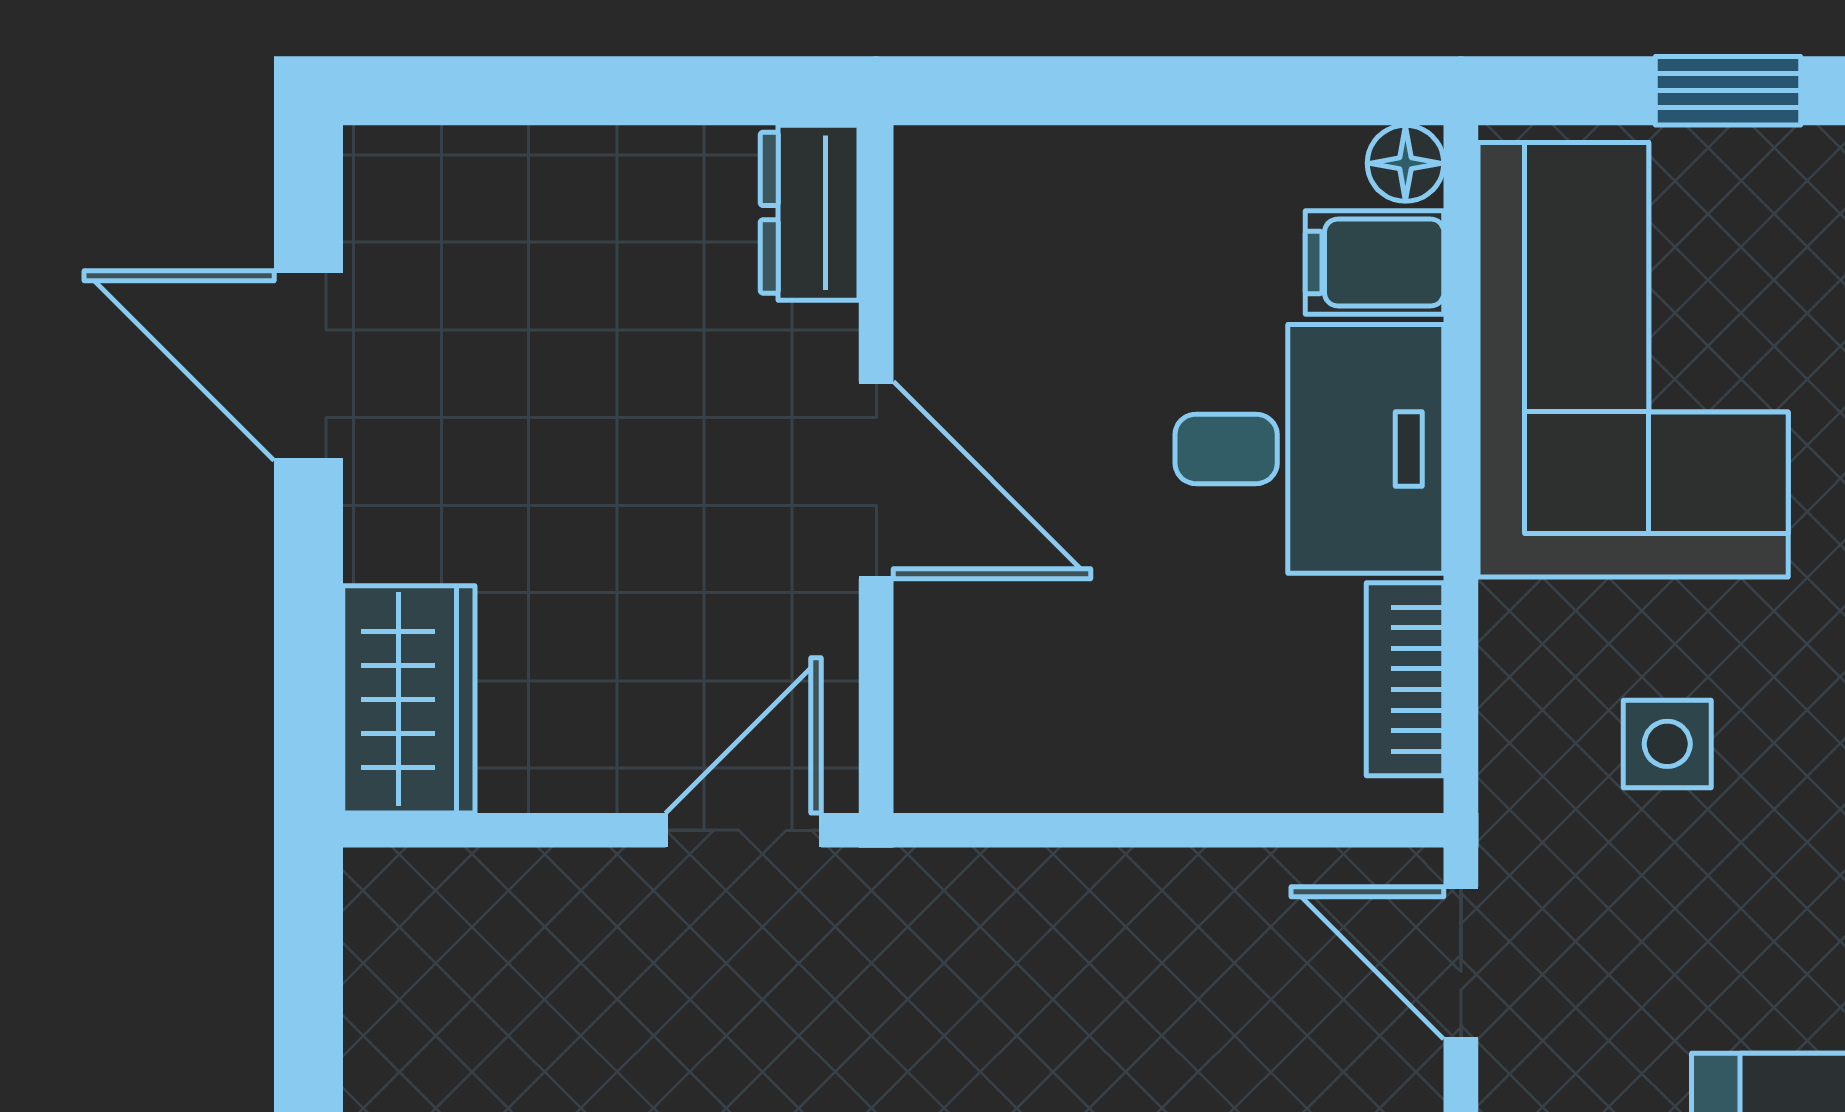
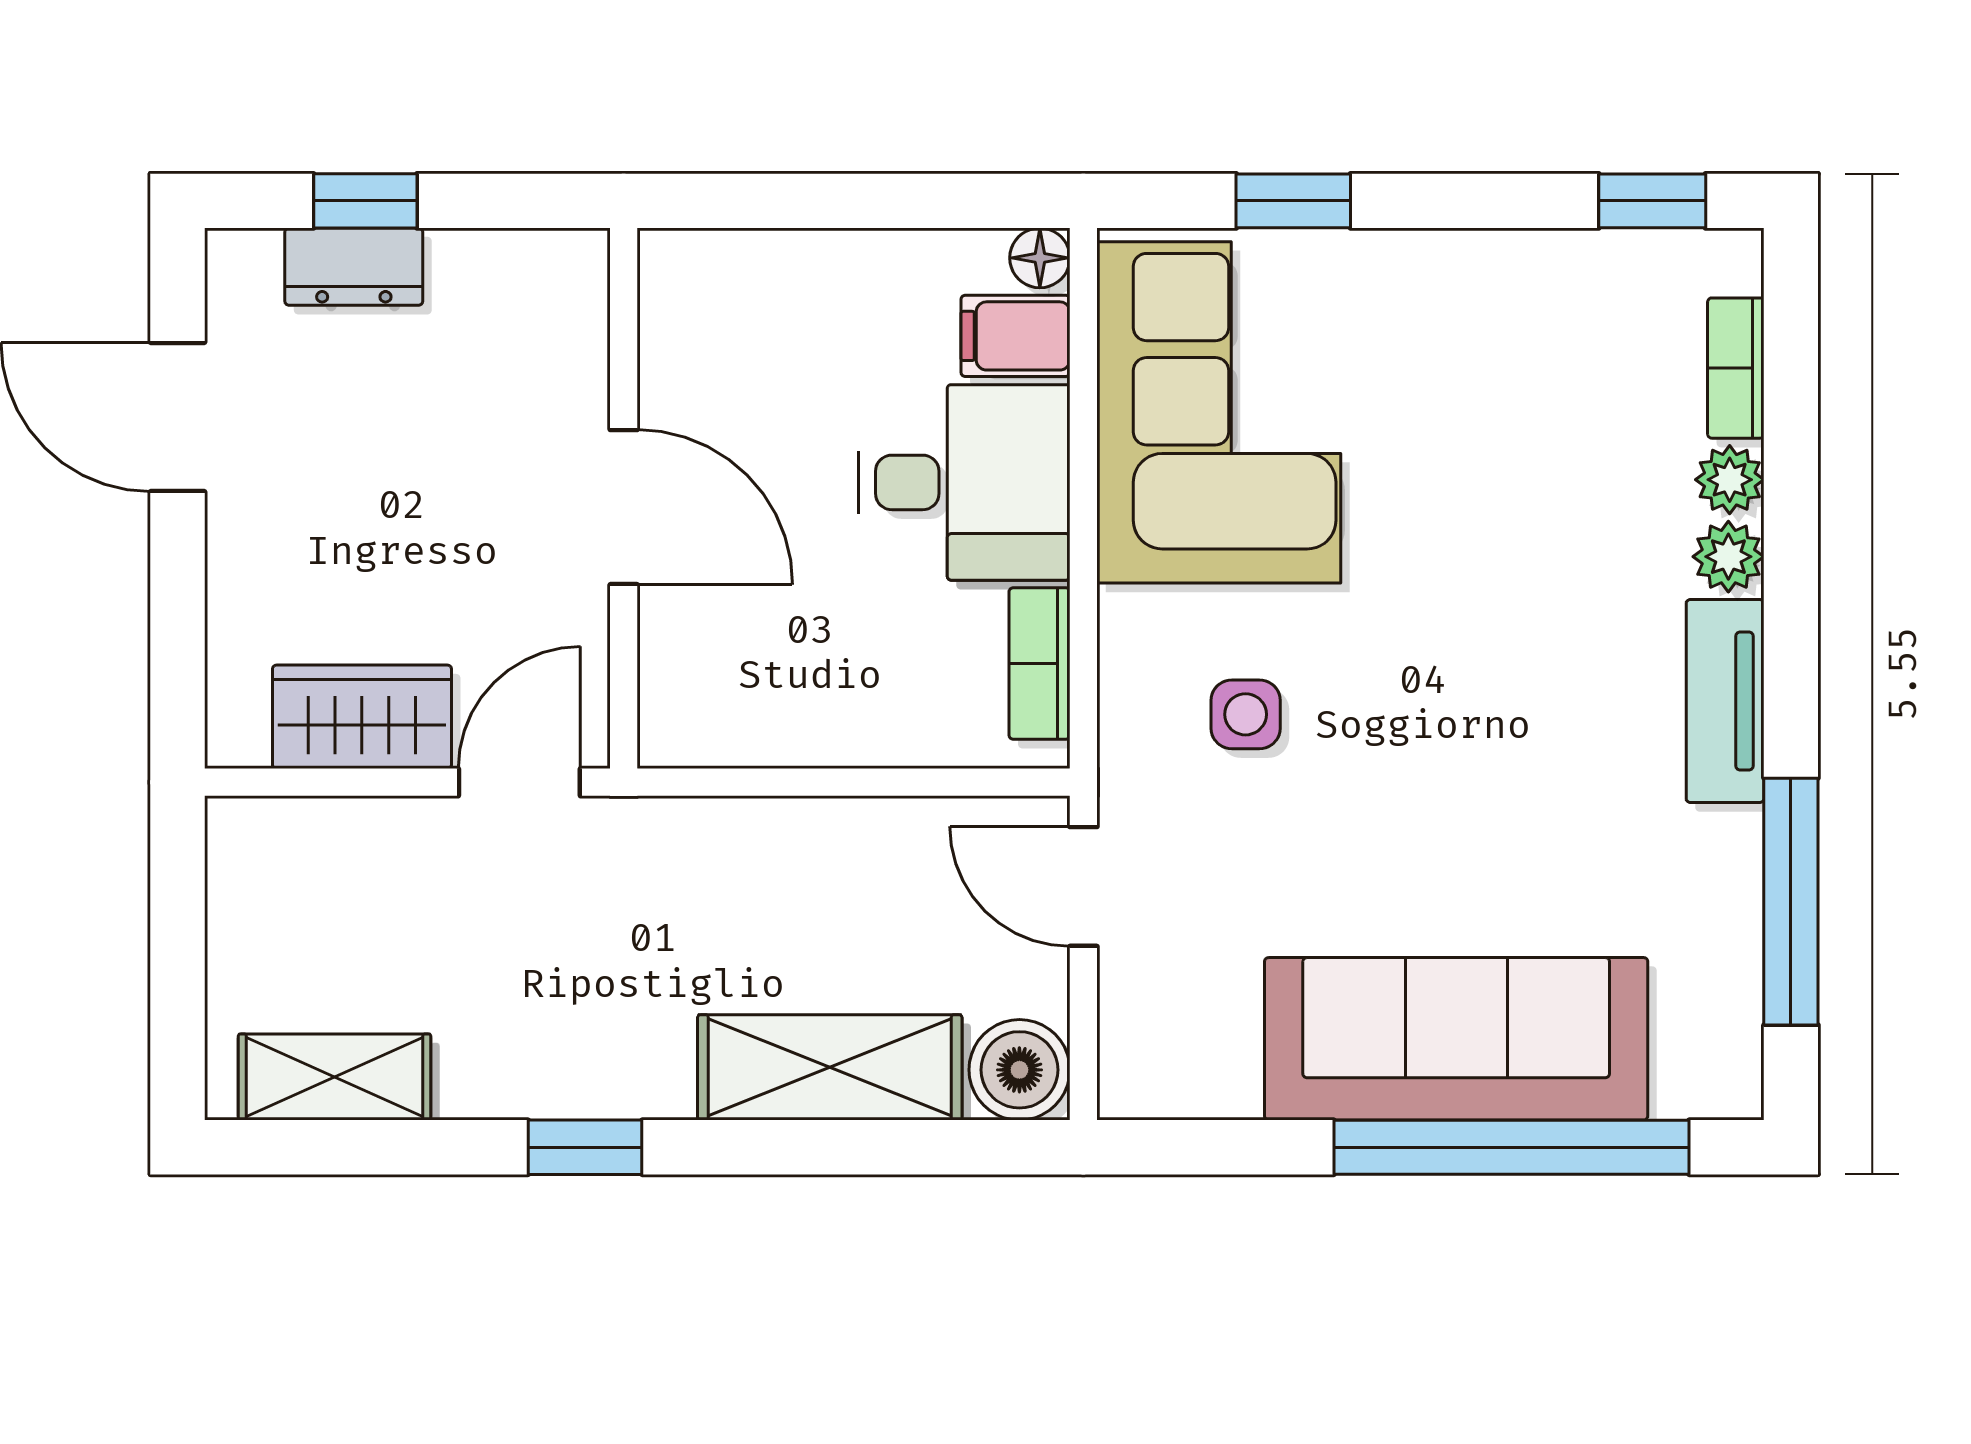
window: (547, 91) -> (365, 201), added
dresser: (810, 213) -> (354, 267), moved, turned -90
wardrobe: (409, 699) -> (362, 717), moved, turned -90

